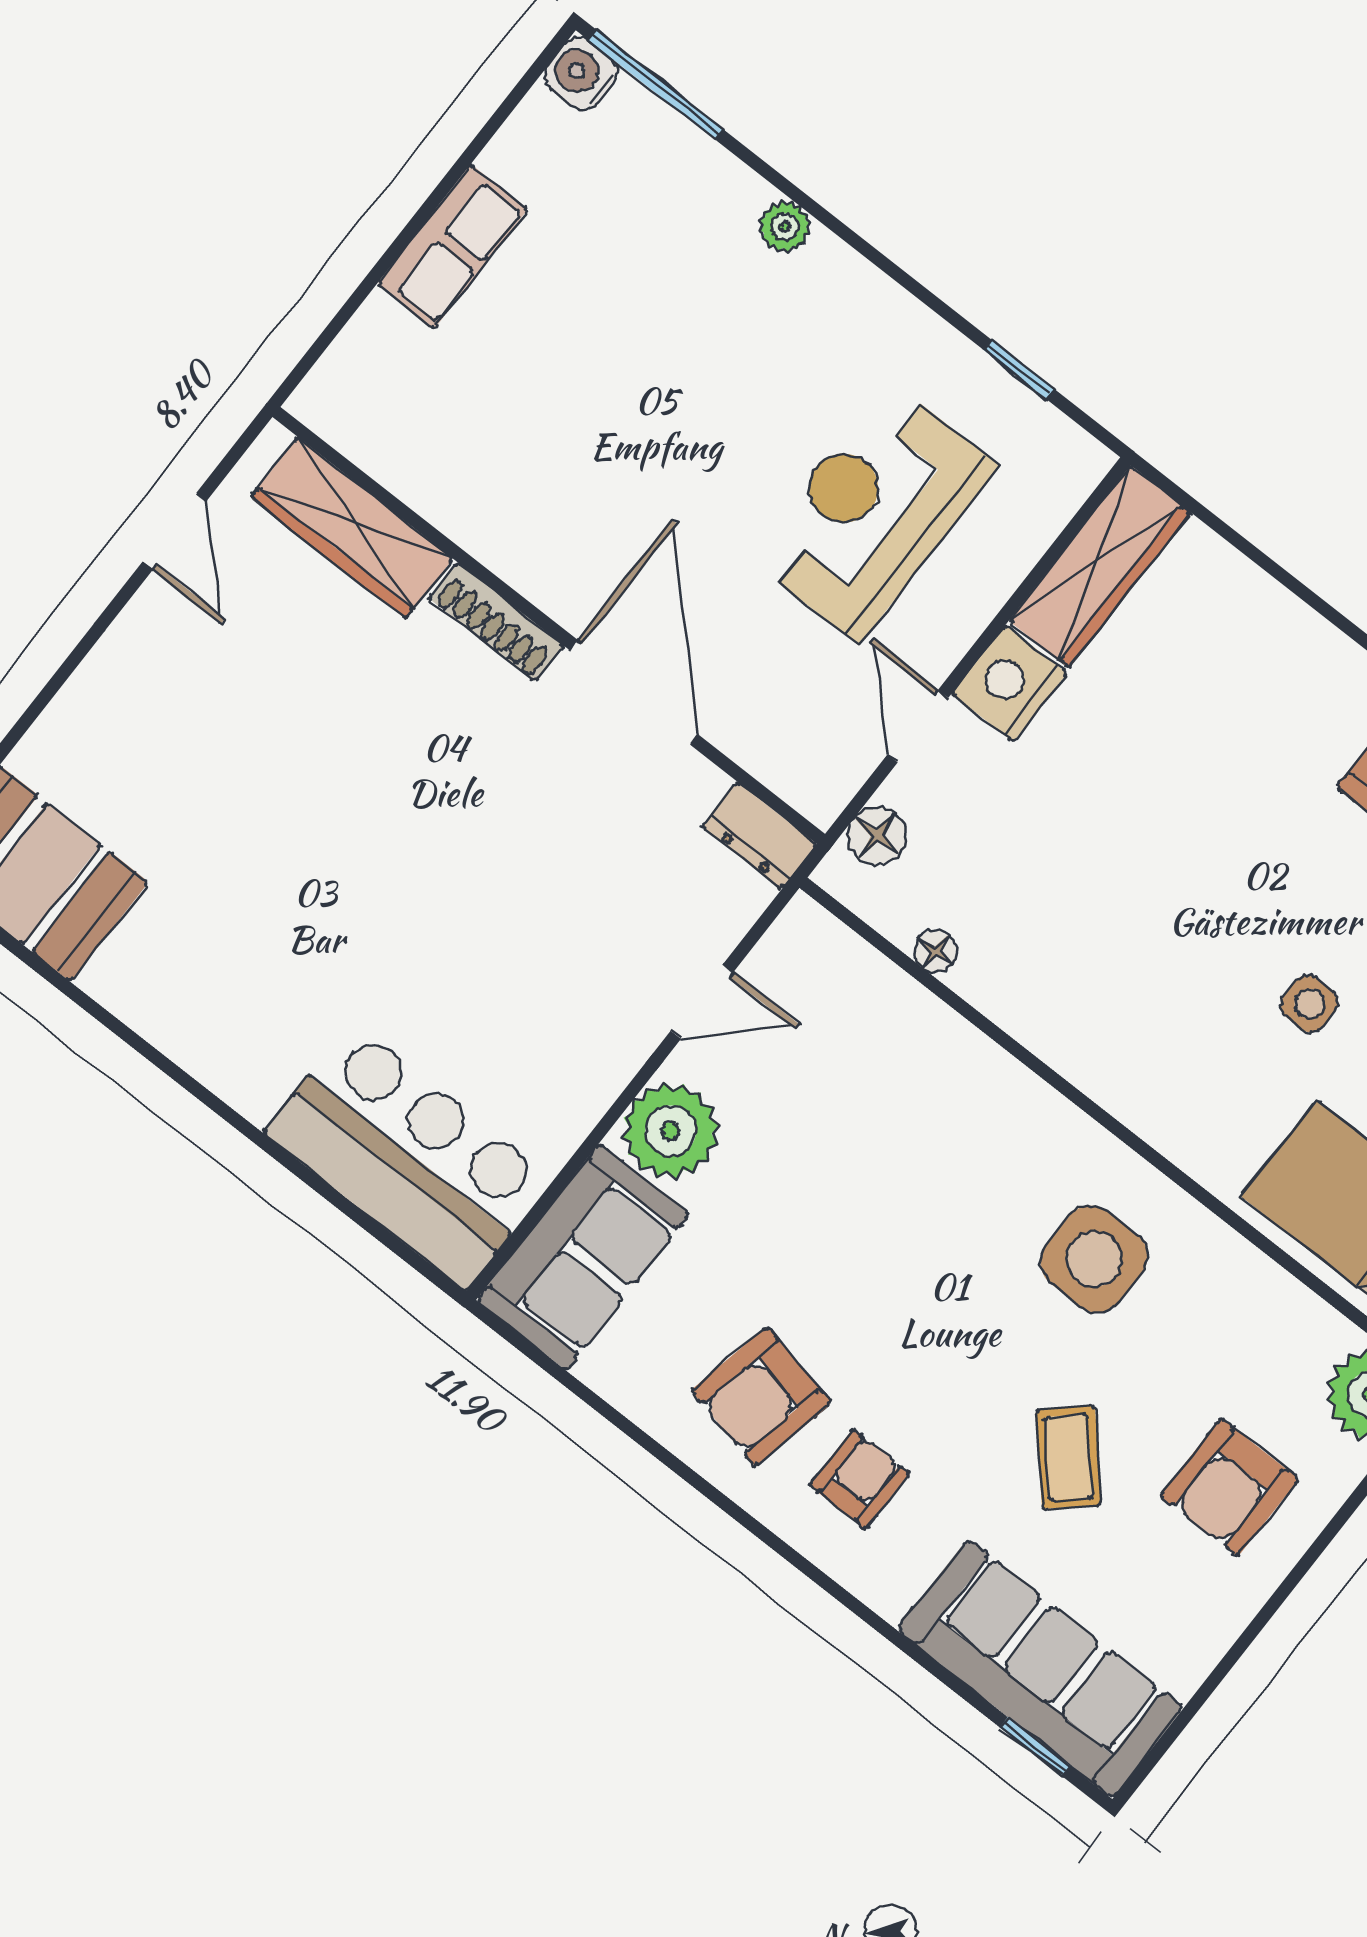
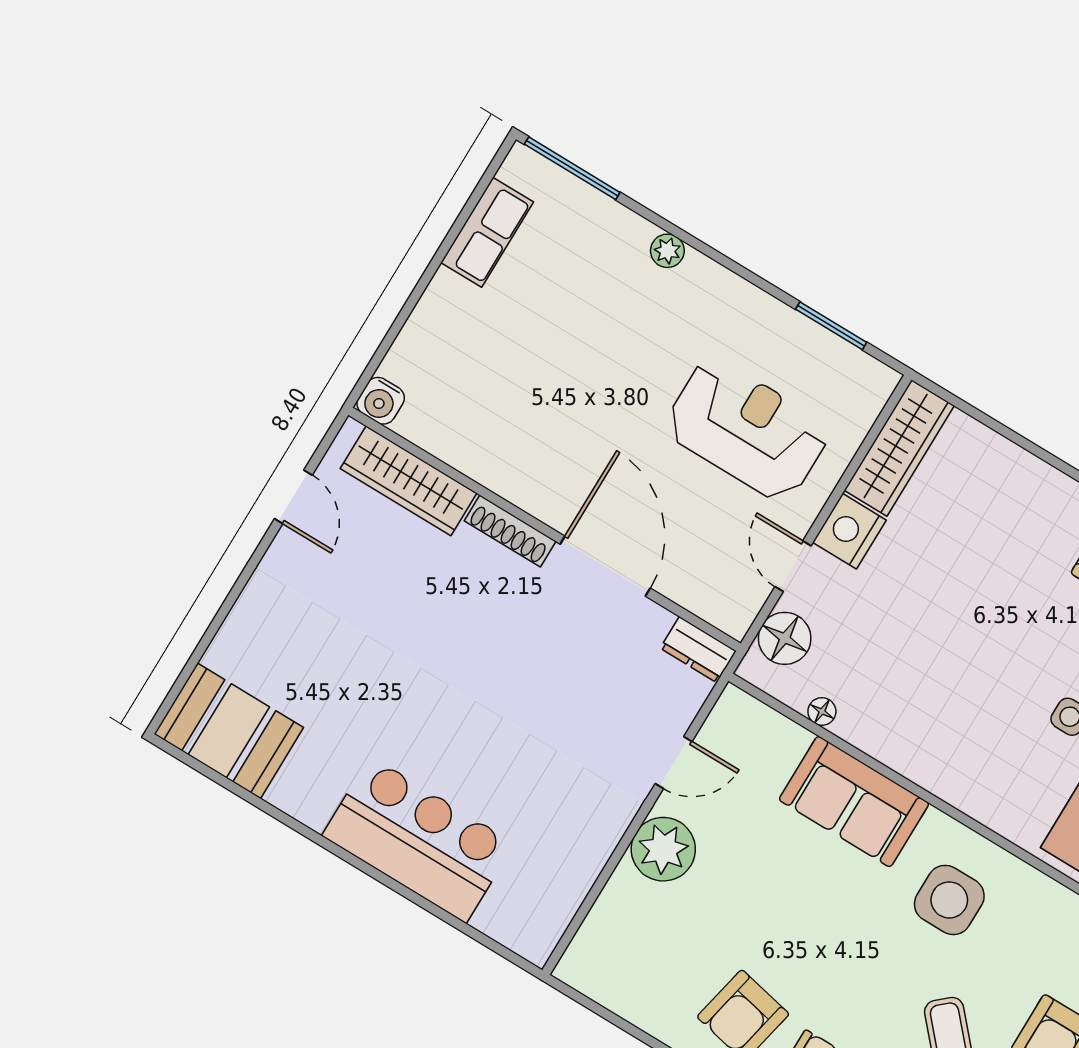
water cooler: (581, 74) -> (381, 401), moved, turned -90
row of seats: (452, 246) -> (487, 232), moved
window: (1019, 369) -> (831, 326), width x1.50
reception desk: (873, 511) -> (747, 430), turned 90
floor lamp: (877, 836) -> (785, 638), width x1.38, depth x1.38
bar counter: (408, 1156) -> (418, 840), moved
sofa: (583, 1257) -> (854, 802), moved, turned 90

